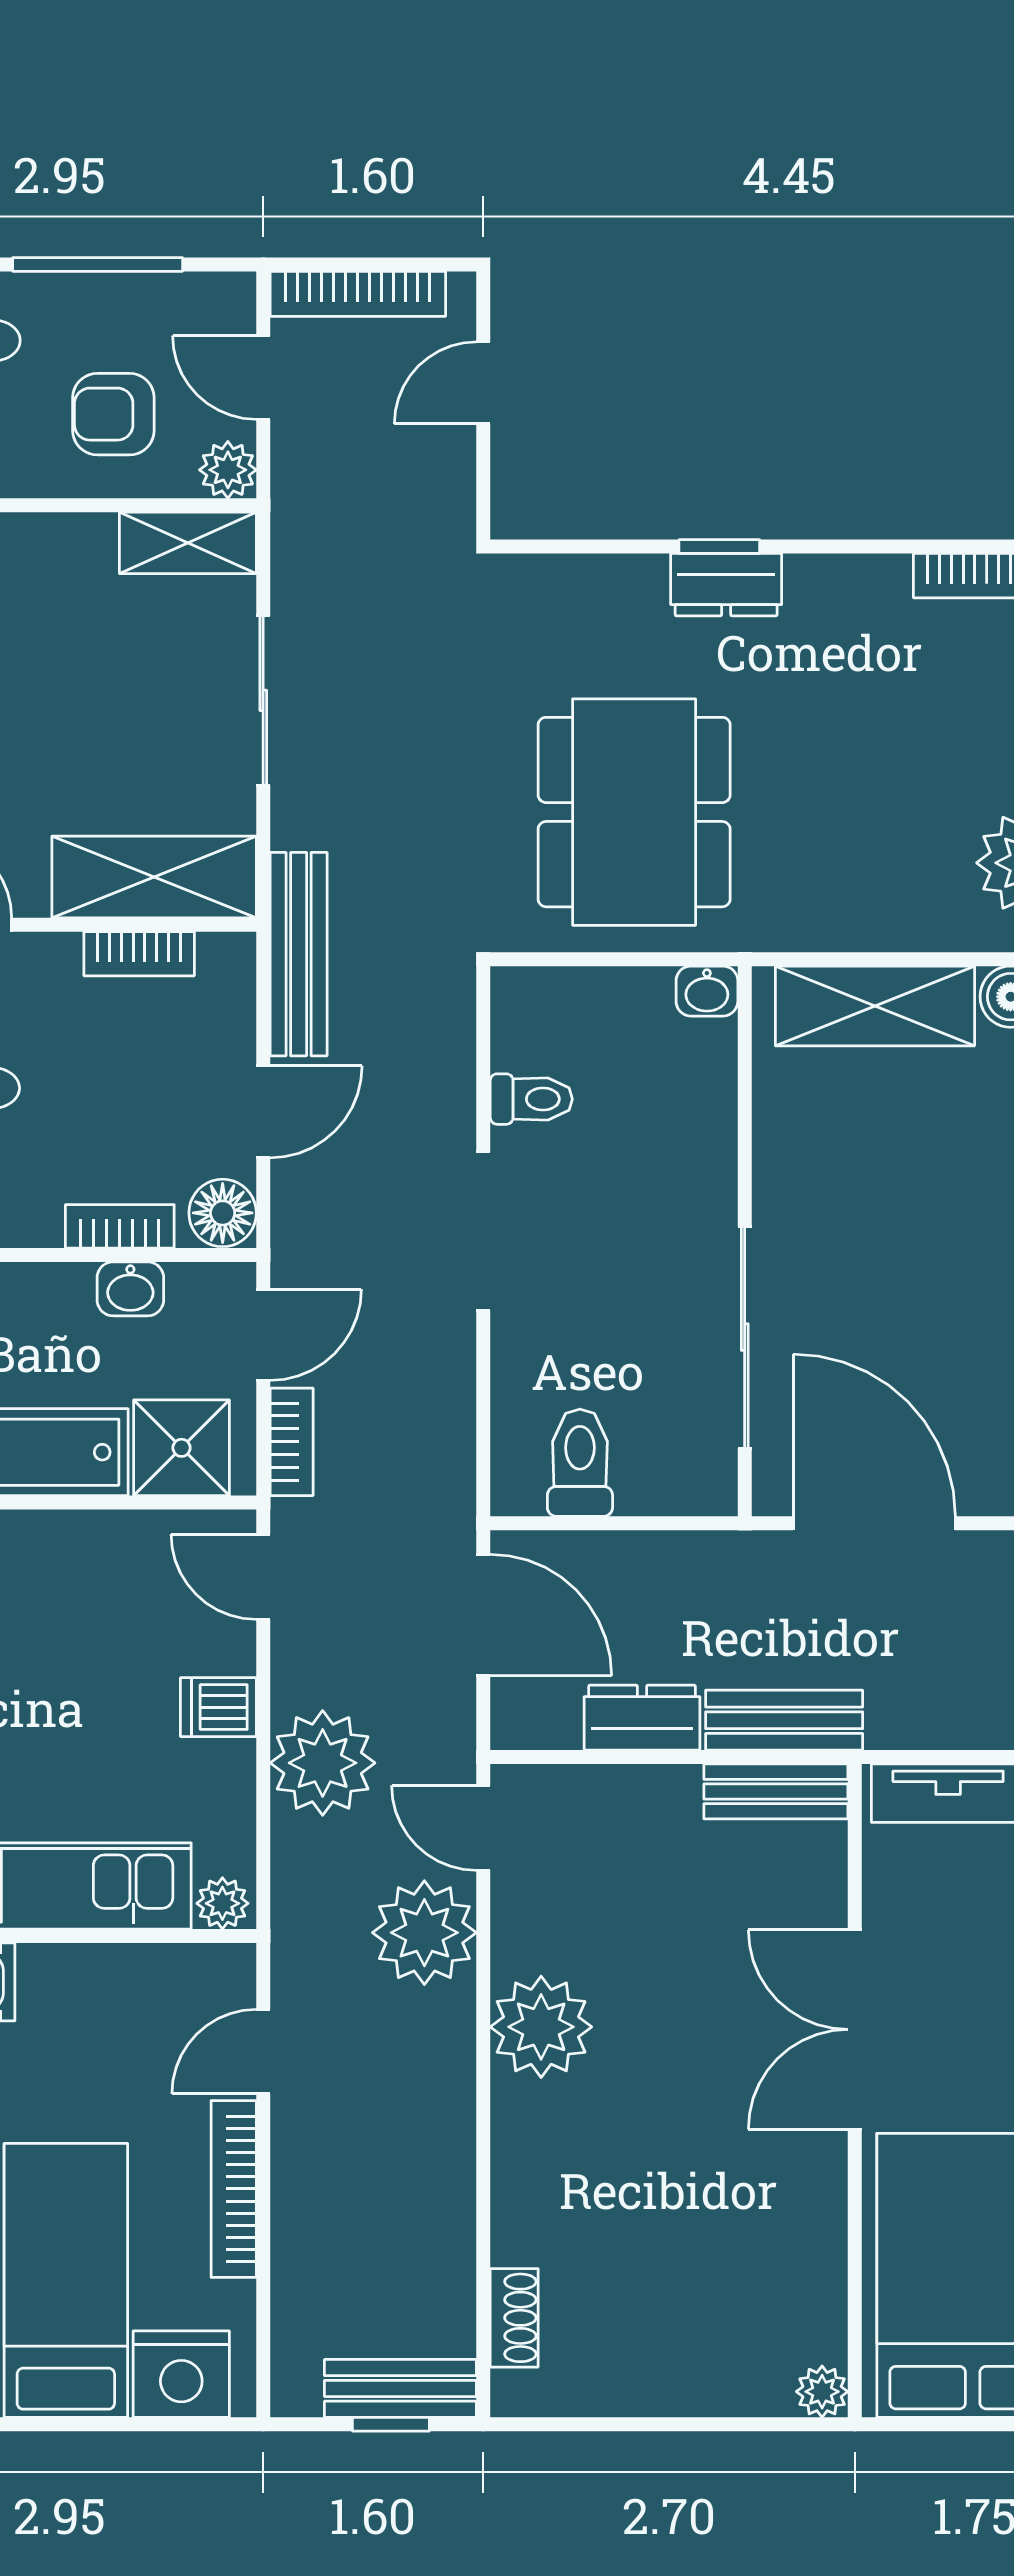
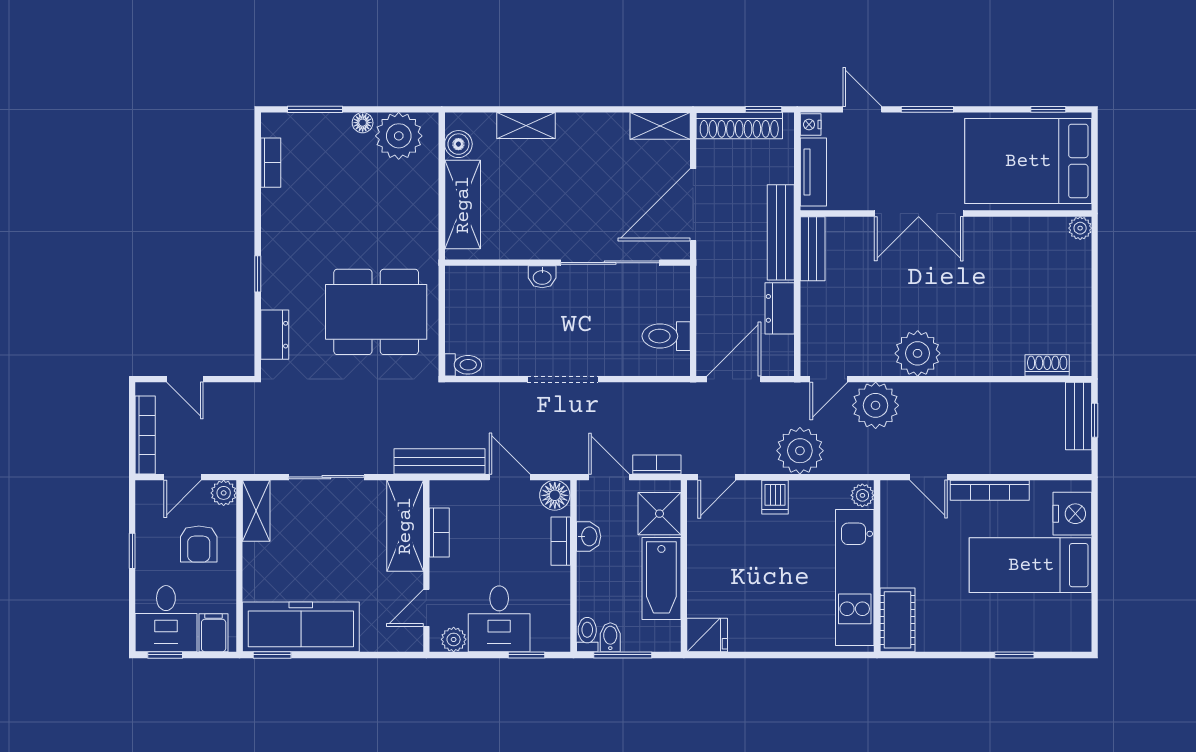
window: (98, 264) -> (132, 551), width x0.46
dresser: (726, 585) -> (275, 335), moved
washbasin: (707, 991) -> (542, 277), moved, turned 90
toilet: (531, 1099) -> (463, 365), moved, turned 90
bench: (784, 1720) -> (781, 232), width x1.36

